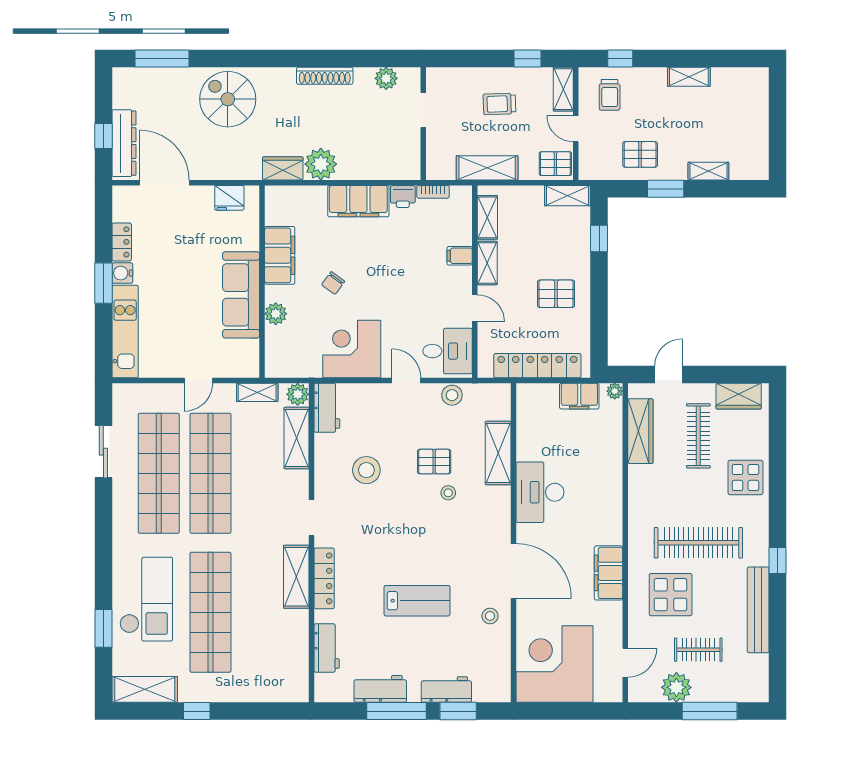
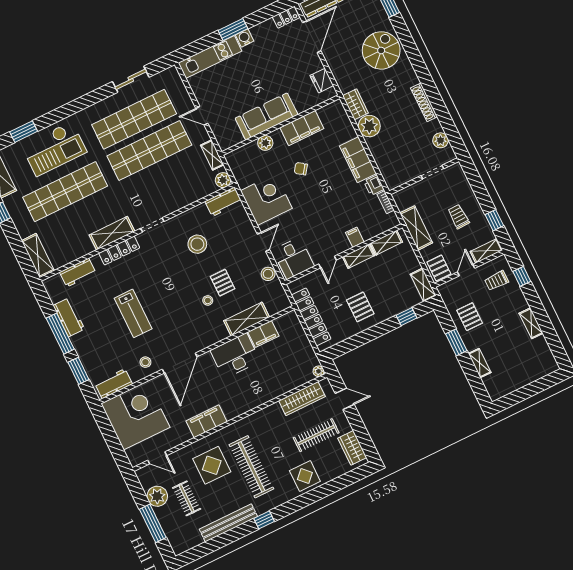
locker: (122, 242) -> (286, 17), moved
filing cabinet: (579, 396) -> (263, 334), moved, turned -90
shelving: (297, 438) -> (38, 256), moved, turned 90
workbench: (446, 690) -> (114, 384), moved, turned -90

